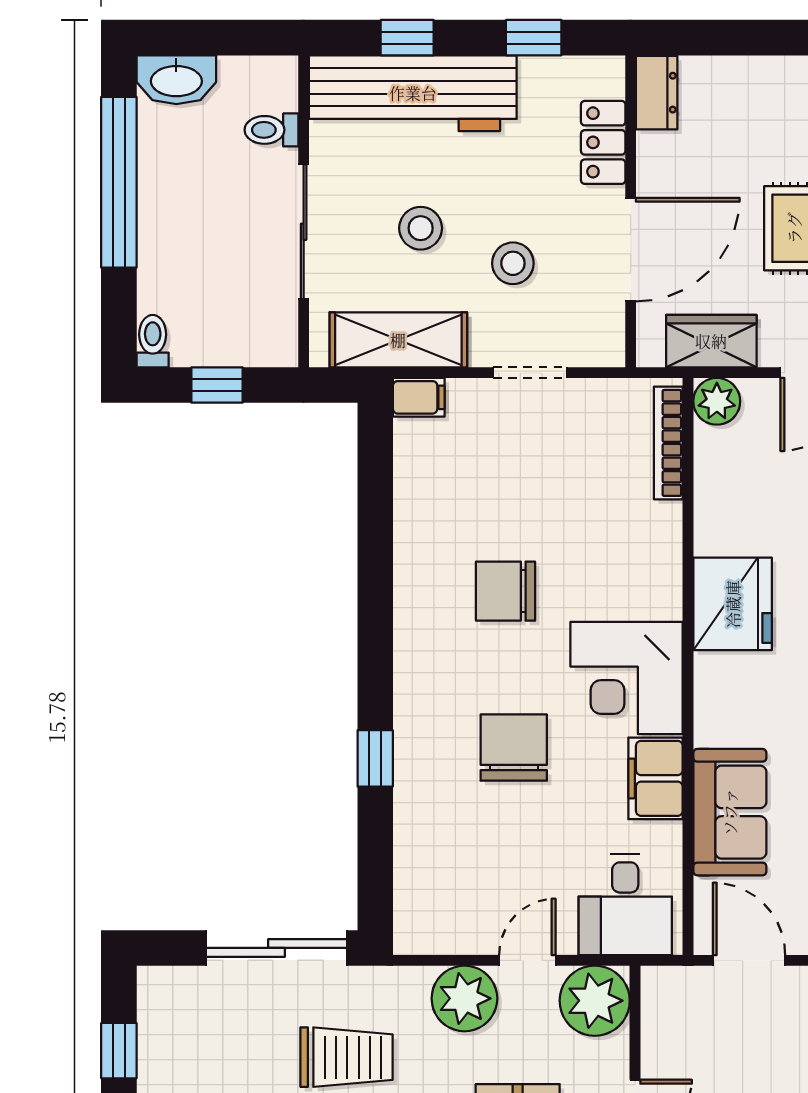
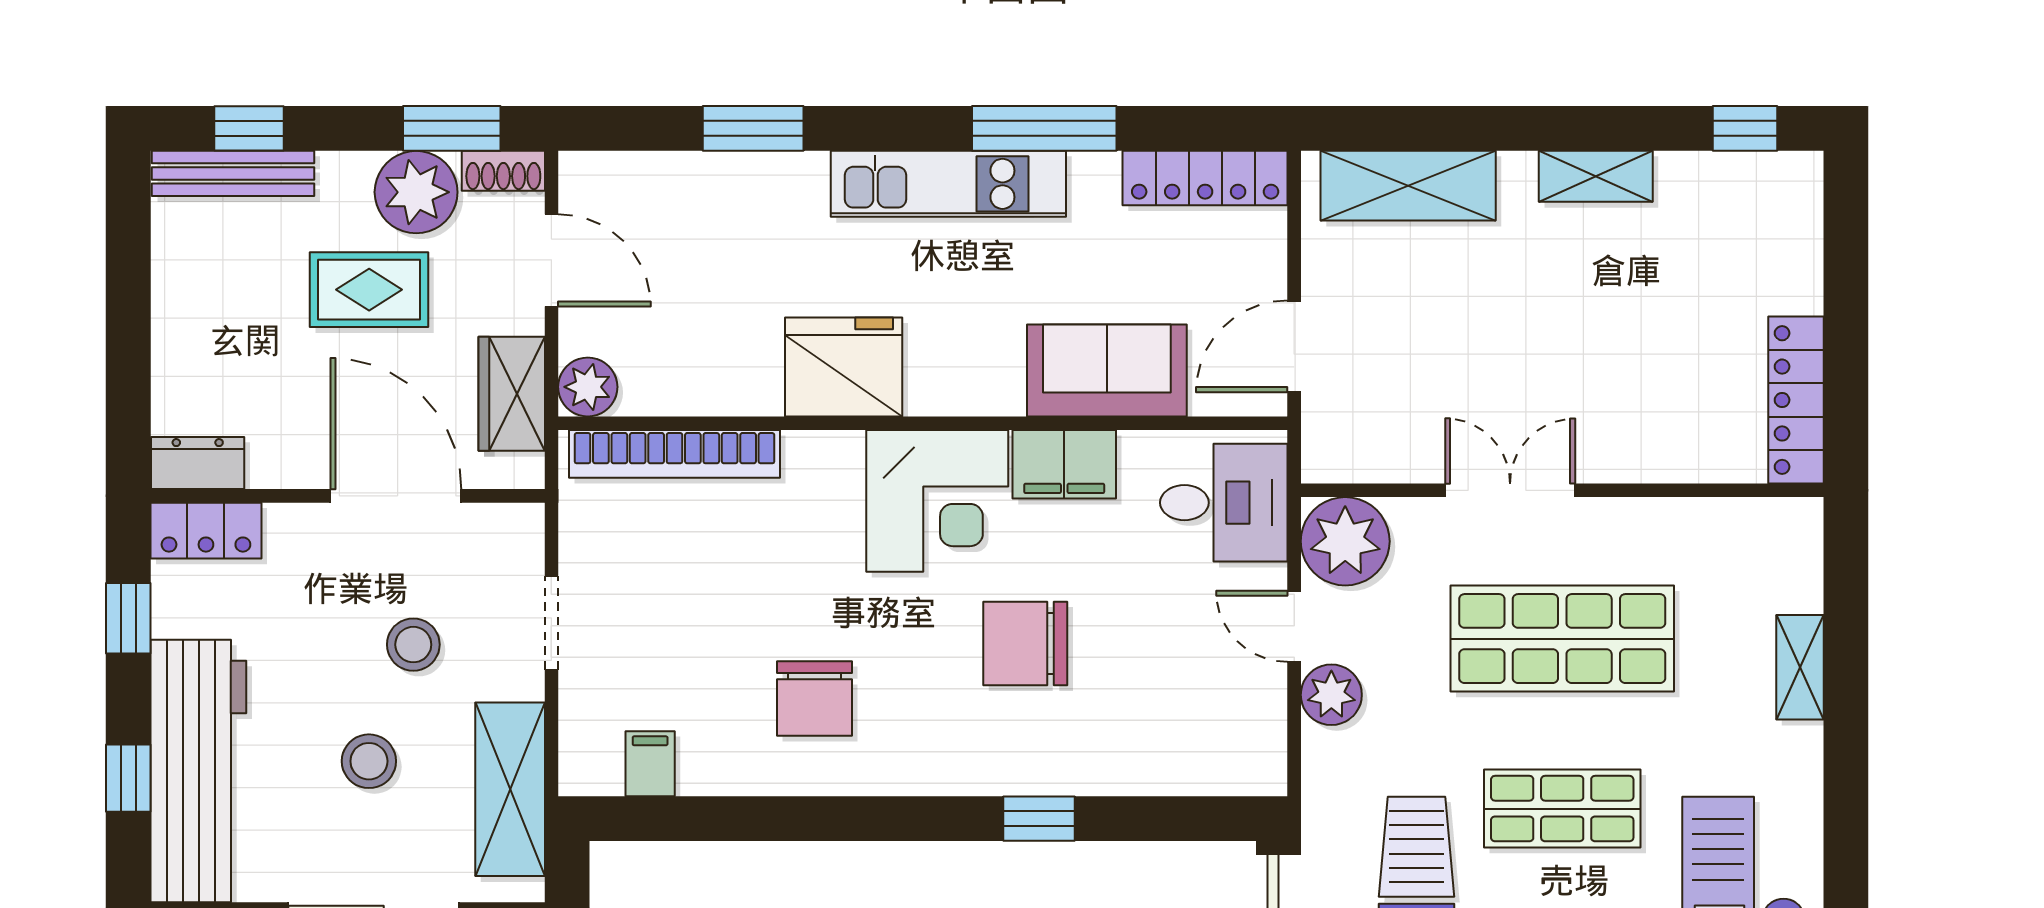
locker: (603, 142) -> (206, 531), moved
filing cabinet: (419, 397) -> (650, 764), moved
bookcase: (668, 443) -> (674, 454), width x1.48, depth x1.31
chair: (505, 591) -> (814, 698), moved
plant: (464, 998) -> (1331, 695), width x0.73, depth x0.73

